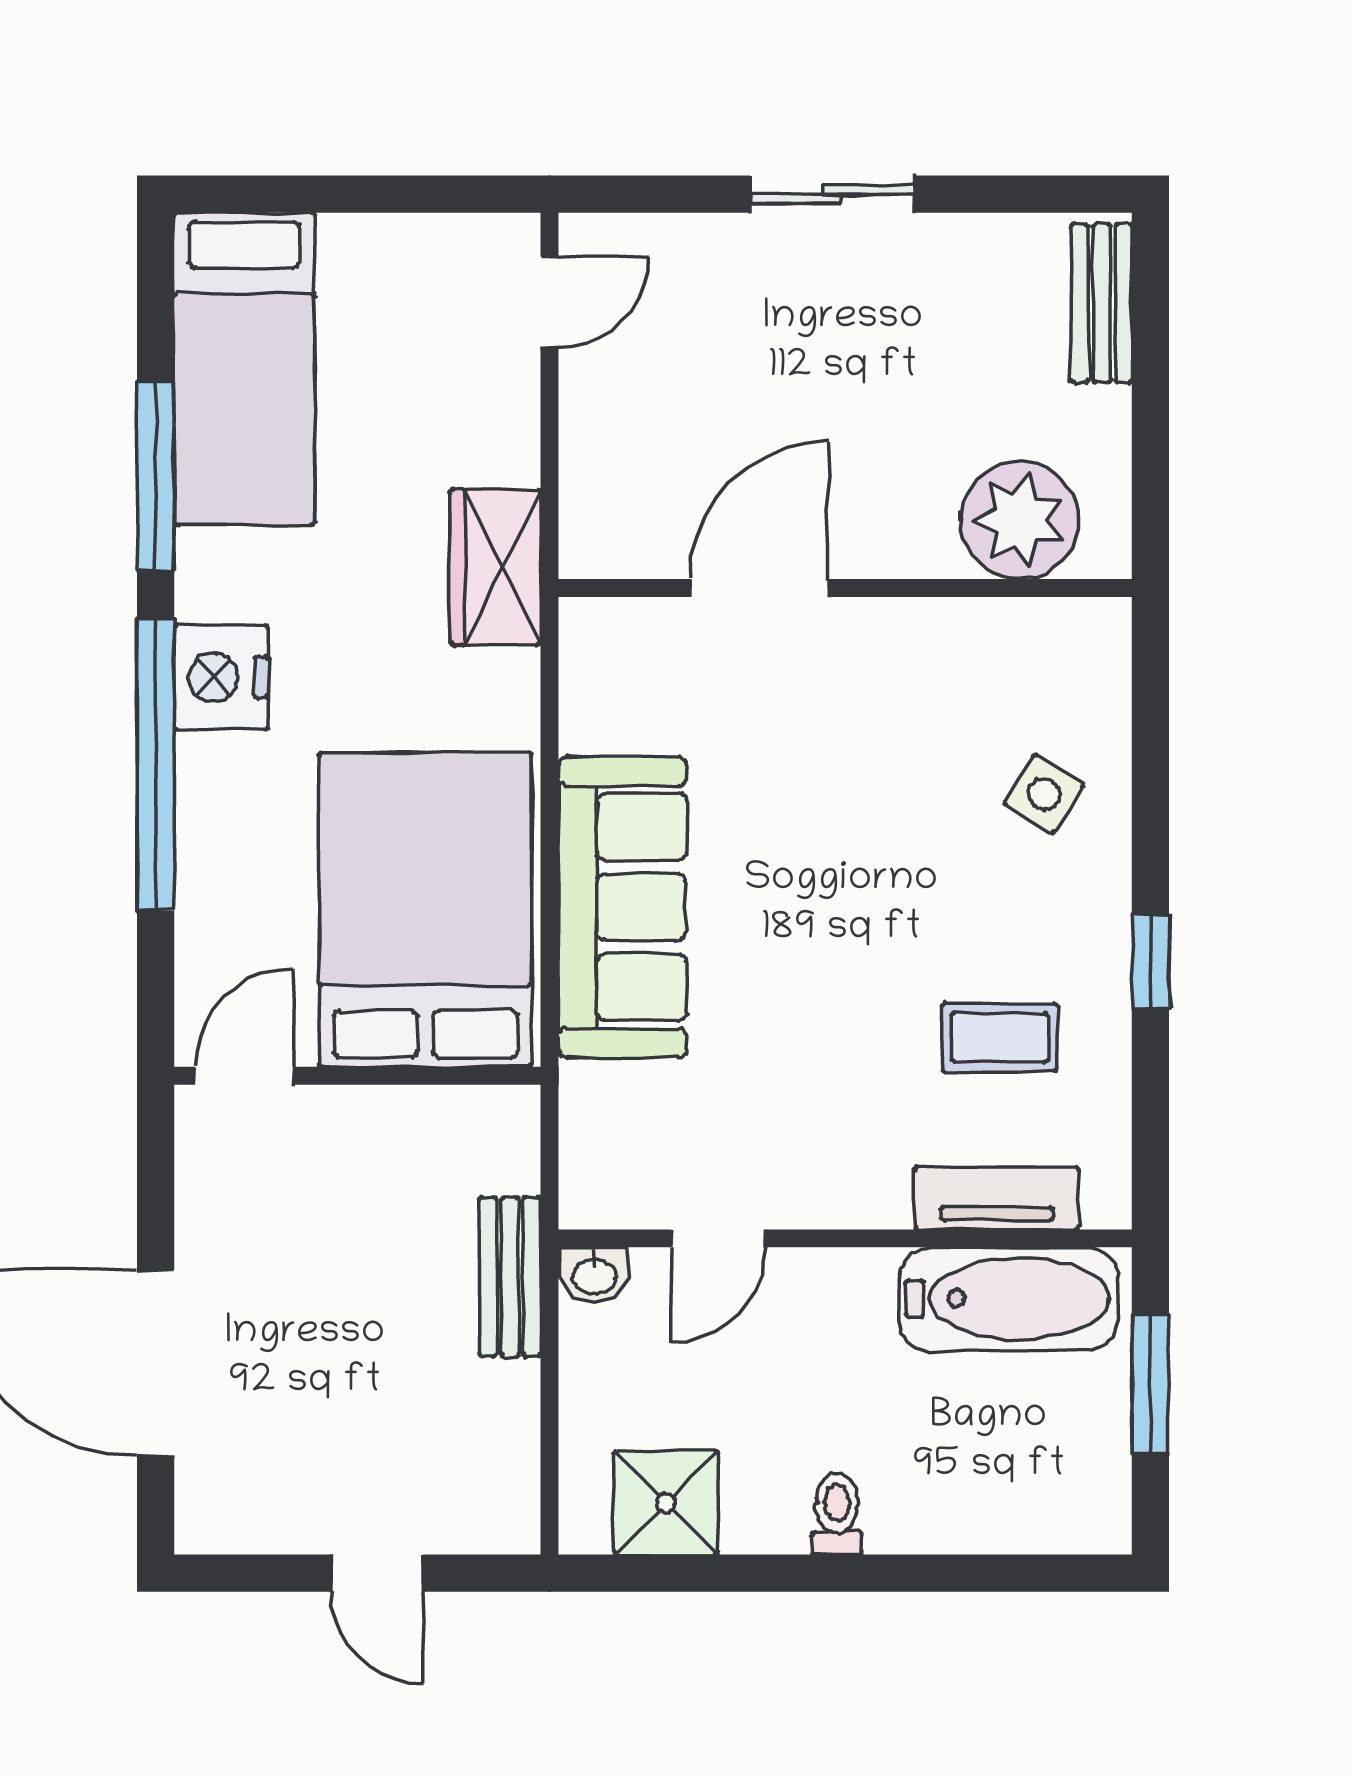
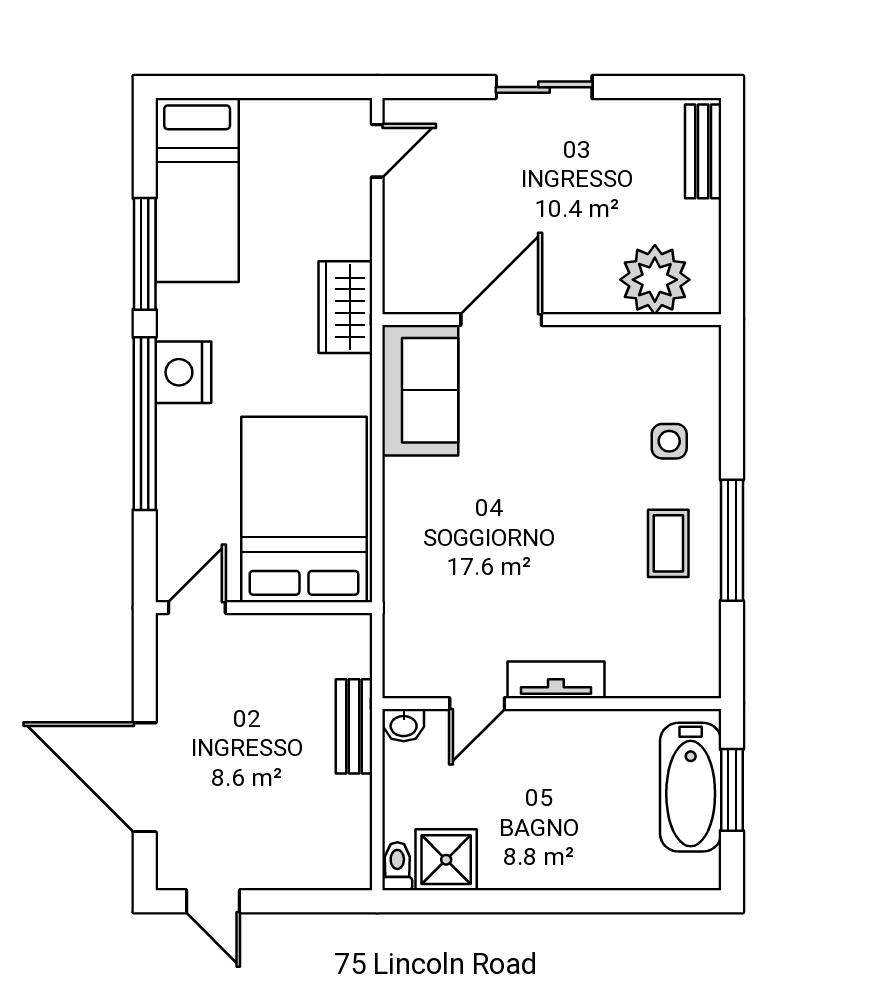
side table: (1044, 794) -> (669, 441), turned -32
sofa: (622, 907) -> (420, 390), moved, width x0.73
window: (1150, 962) -> (732, 540), width x2.17
coffee table: (1000, 1037) -> (668, 543), moved, turned 90
tv unit: (997, 1198) -> (556, 680), moved
bathtub: (1009, 1299) -> (691, 787), moved, turned 90
toilet: (837, 1514) -> (397, 866), moved
door: (377, 1573) -> (213, 901), moved

